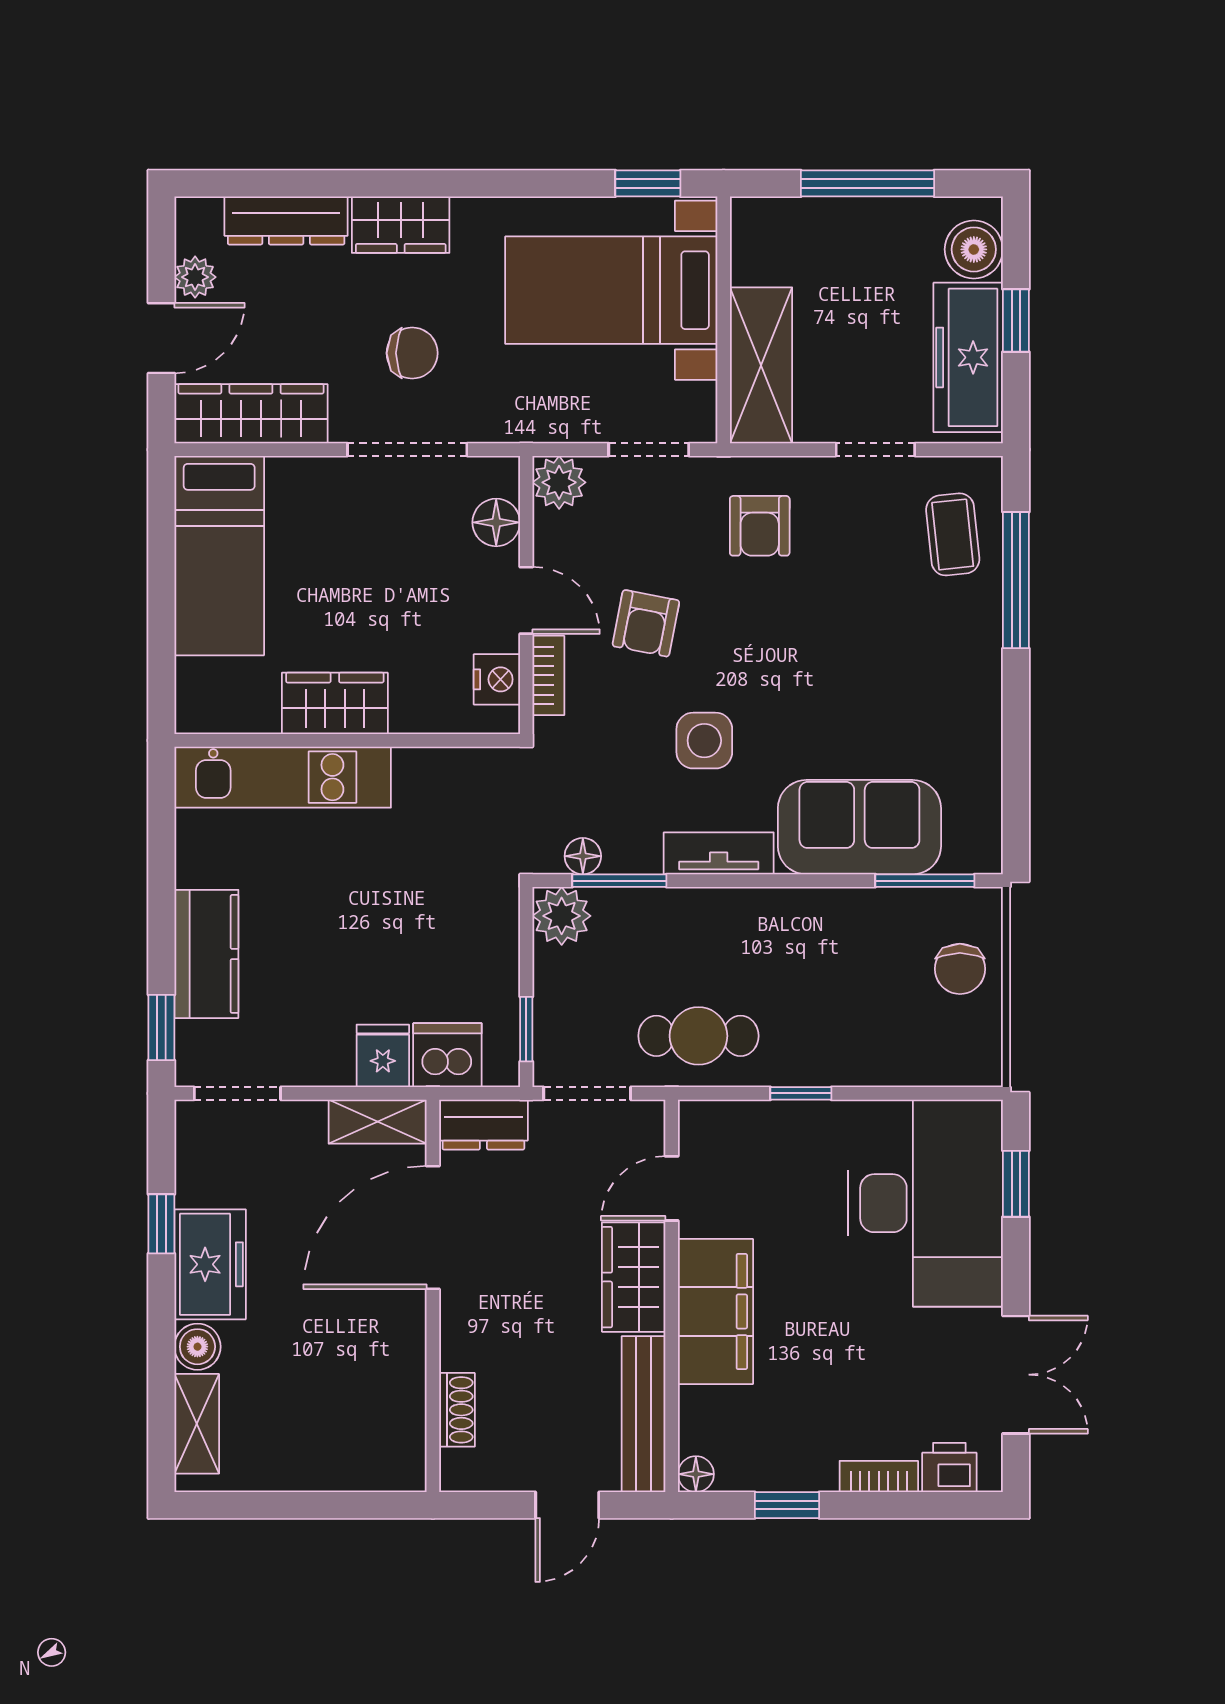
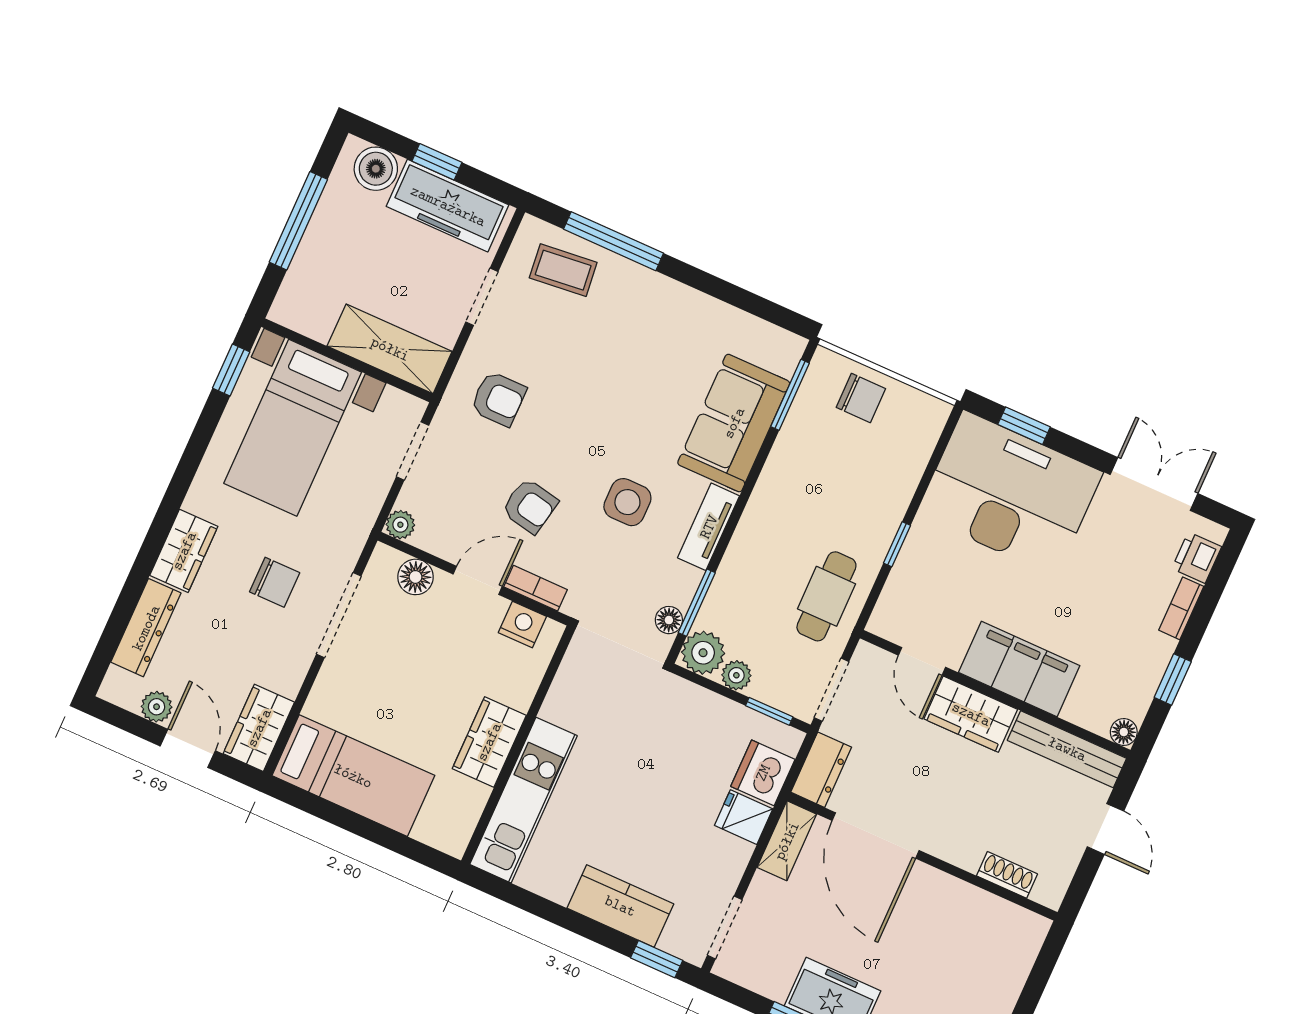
chair: (412, 353) -> (275, 582), turned 90
wardrobe: (251, 414) -> (259, 728), width x0.67
plant: (559, 482) -> (400, 525), width x0.73, depth x0.73
plant: (552, 969) -> (736, 675), added

